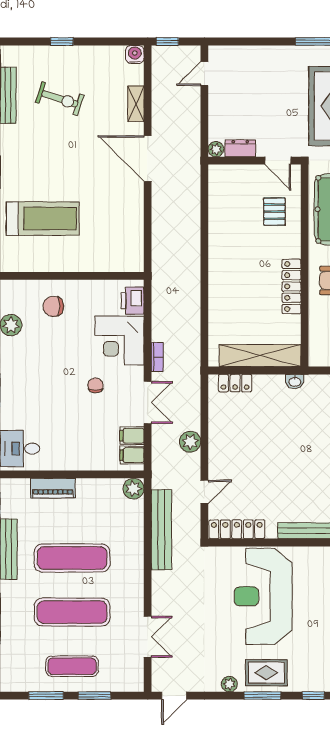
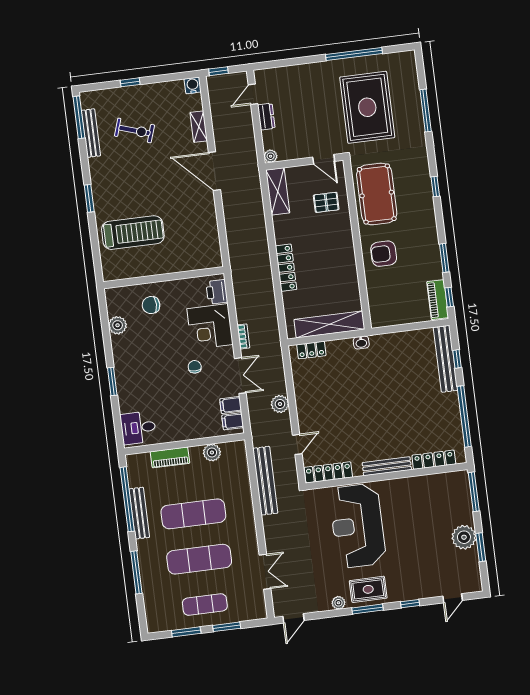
dresser: (240, 148) -> (266, 117), moved, turned 90
shelving: (219, 192) -> (278, 191), added
pallet: (274, 212) -> (326, 202), turned 90
locker: (291, 286) -> (286, 268), moved, turned 180
plant: (133, 489) -> (212, 453), moved

